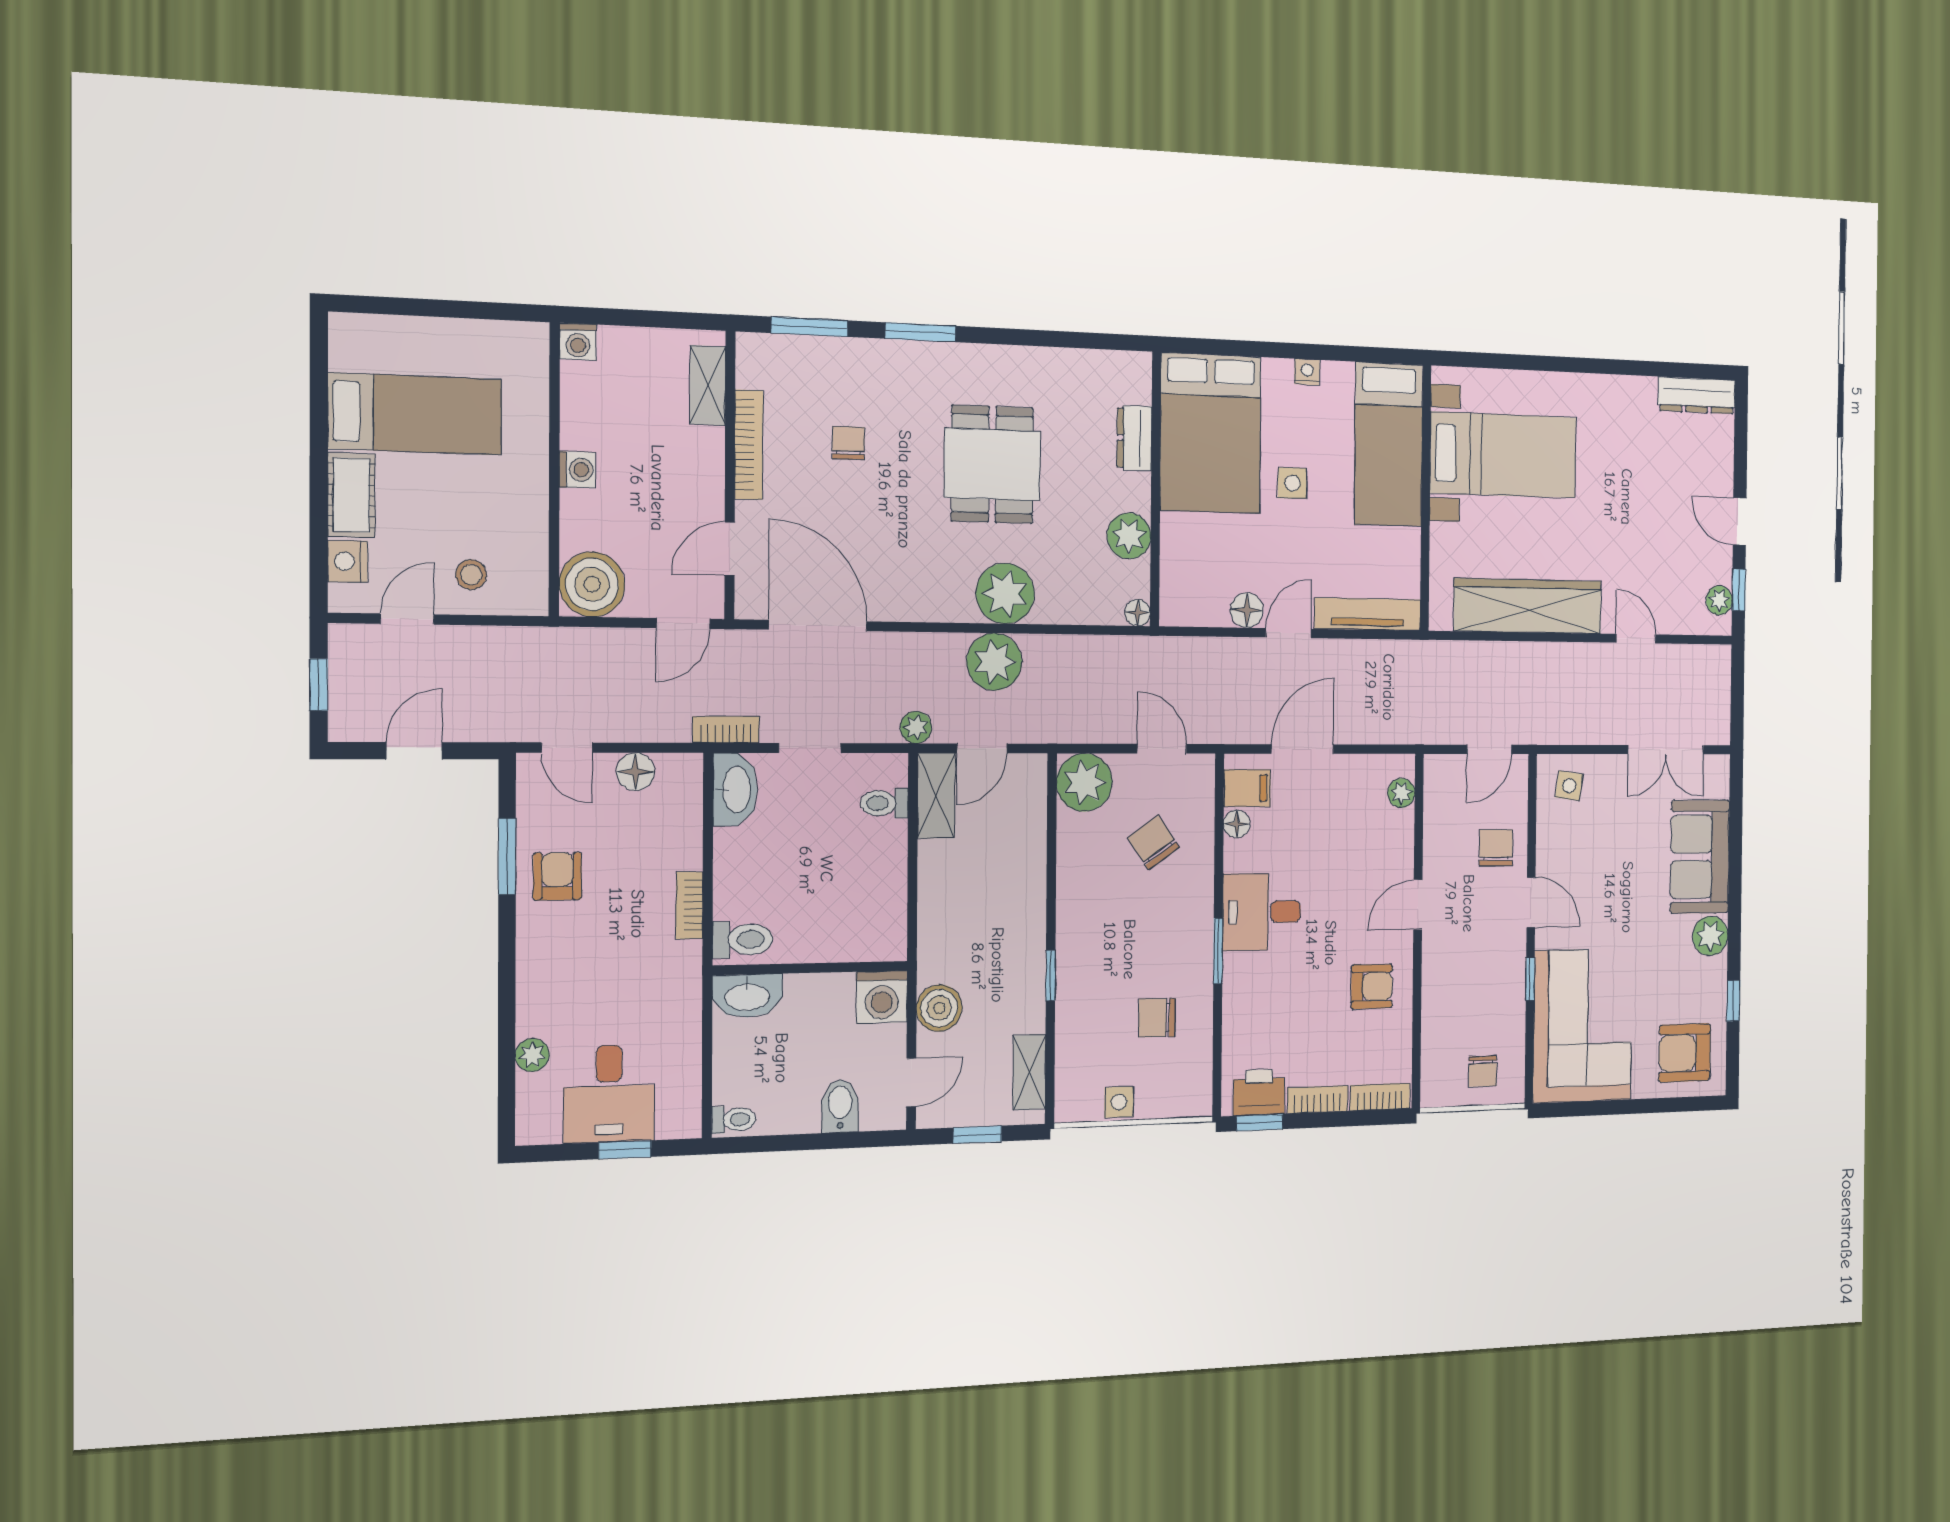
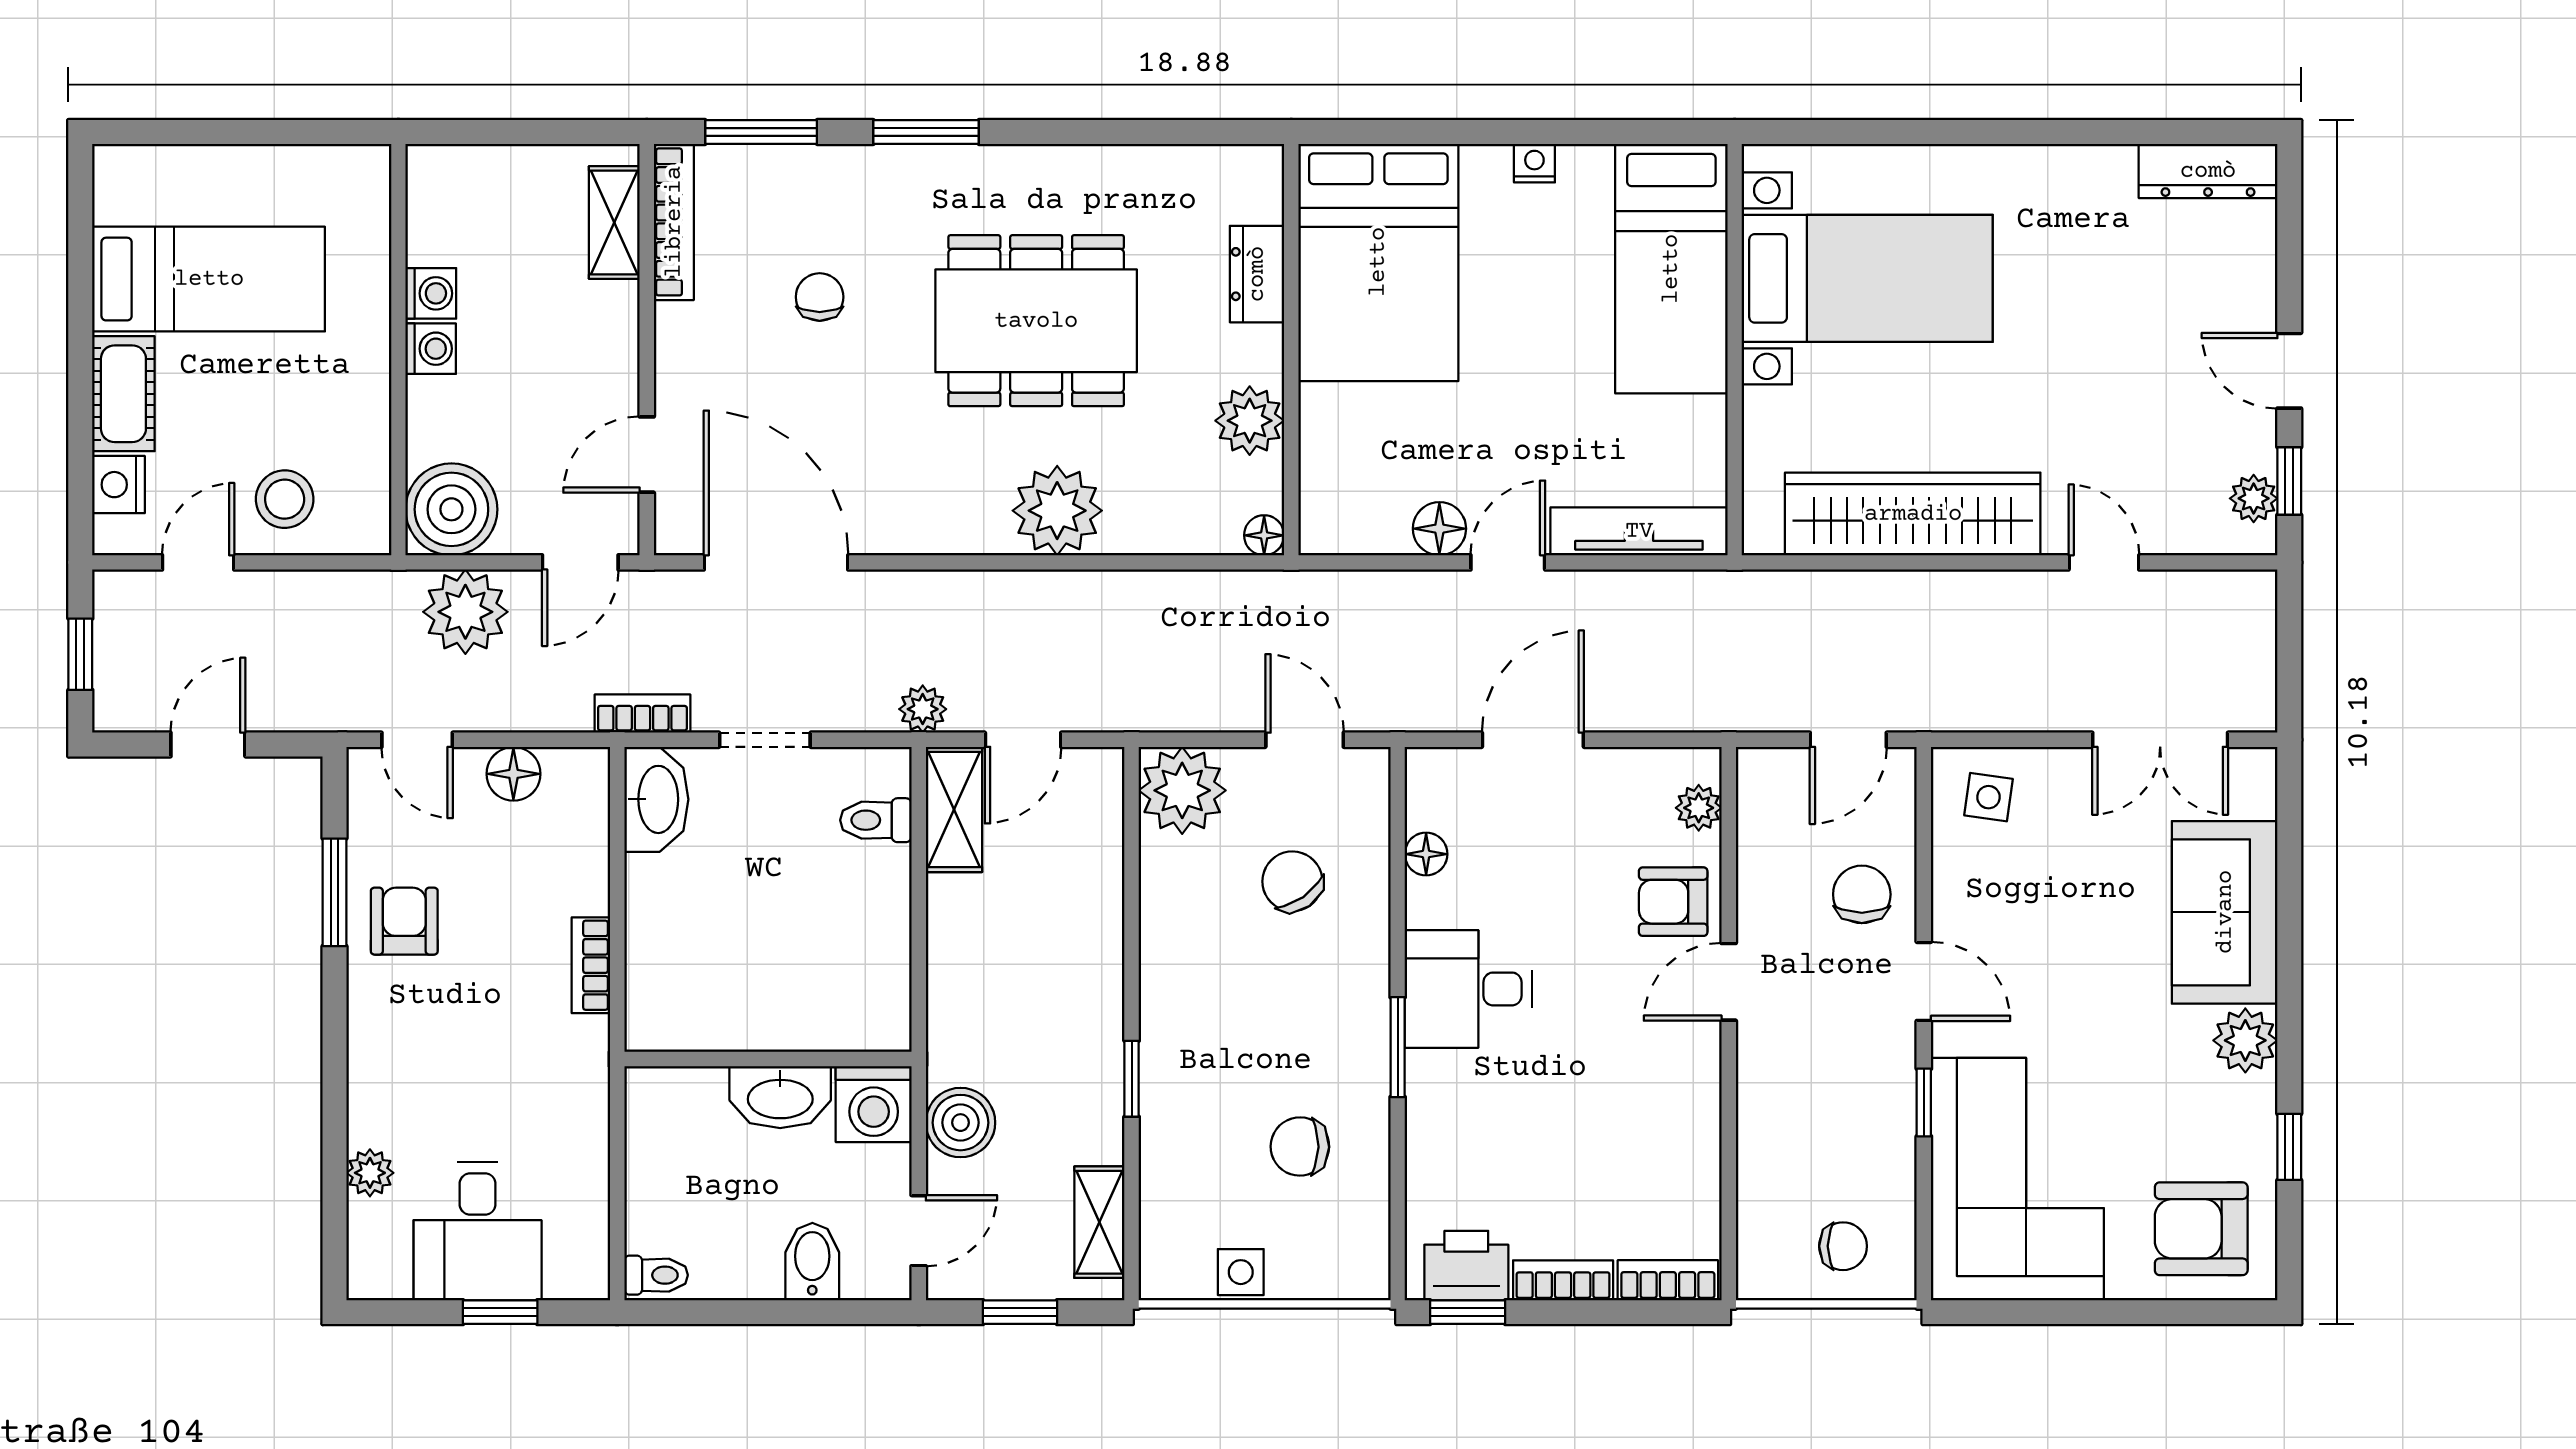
washing machine: (578, 342) -> (431, 293), moved, turned -90
bookcase: (749, 445) -> (674, 222), moved
dining table: (992, 464) -> (1036, 321), width x1.38
side table: (1292, 483) -> (1512, 333), removed
stool: (471, 575) -> (285, 499), width x1.37, depth x1.37
plant: (994, 662) -> (465, 612), moved
filing cabinet: (1247, 788) -> (1443, 800), removed
toilet: (743, 940) -> (668, 1016), removed
armchair: (1372, 986) -> (1673, 902), moved, turned 180
washbasin: (747, 996) -> (780, 1097), moved
chair: (1483, 1071) -> (1843, 1246), turned -90

